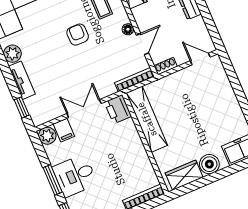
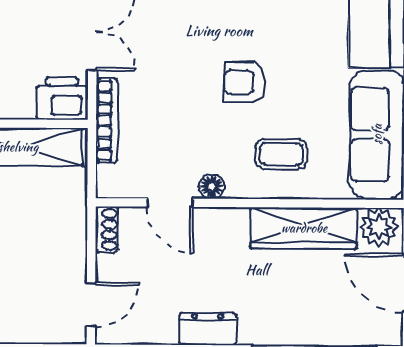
armchair: (78, 35) -> (244, 82), turned 180
bookcase: (134, 80) -> (107, 121), moved

